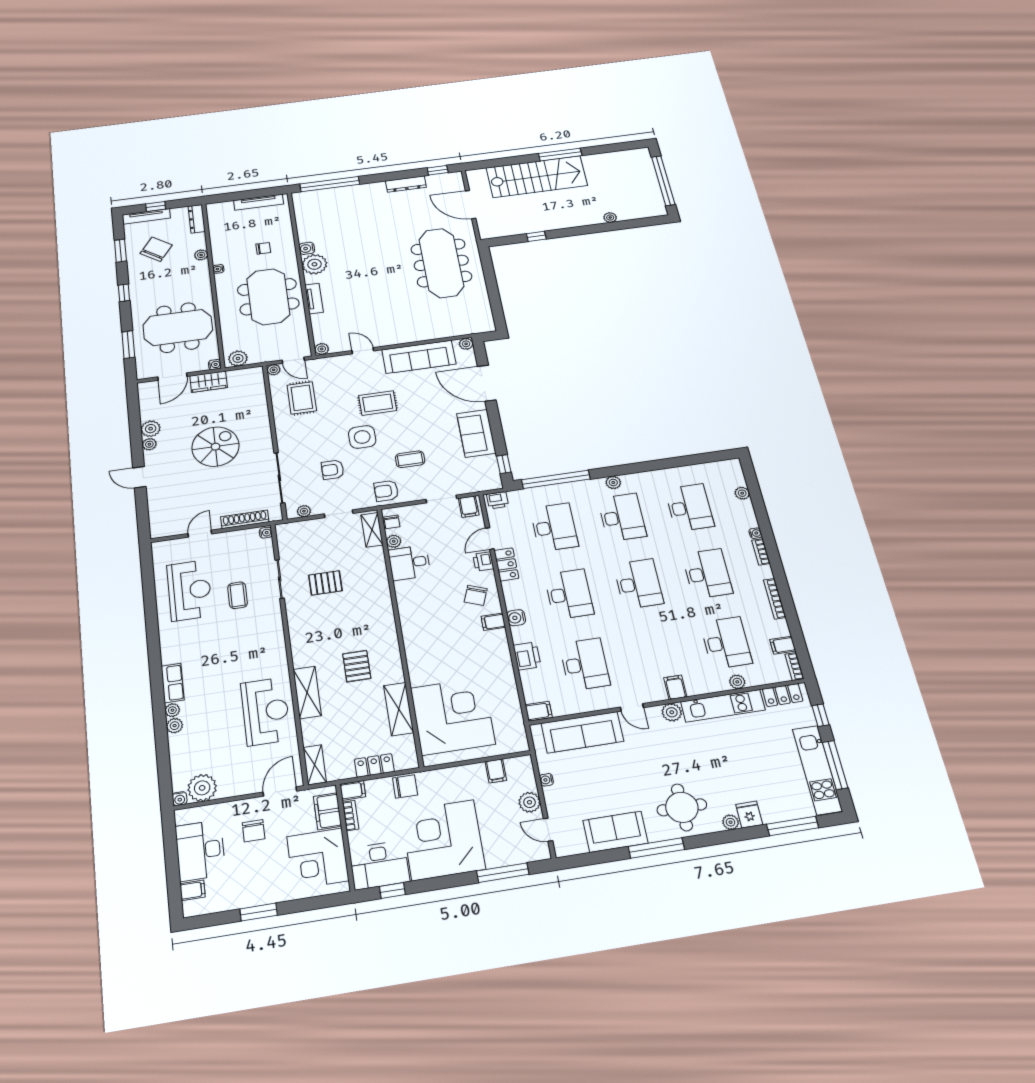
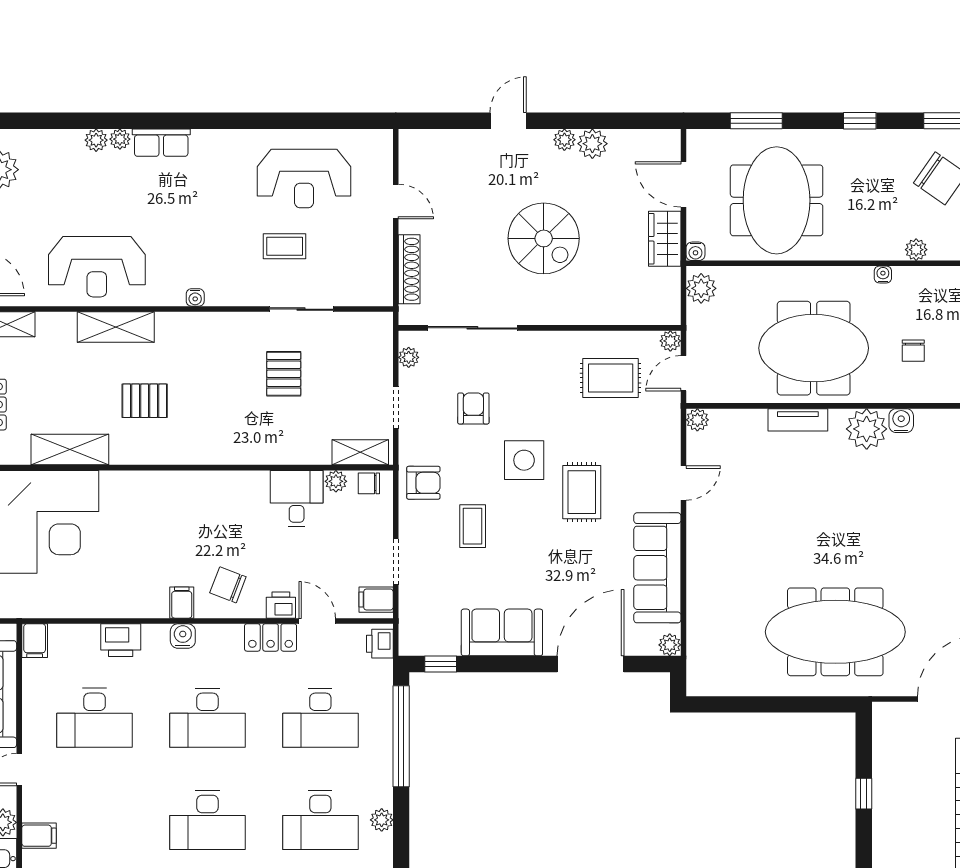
armchair: (386, 491) -> (423, 483), turned 90
water cooler: (266, 533) -> (195, 297), moved

